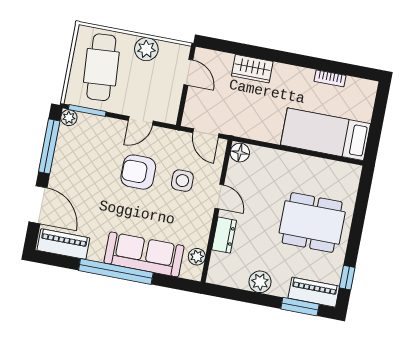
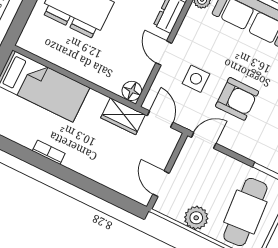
wardrobe: (252, 69) -> (123, 116), moved, turned 180
bookcase: (330, 78) -> (49, 152), moved
door: (141, 121) -> (204, 140), moved

